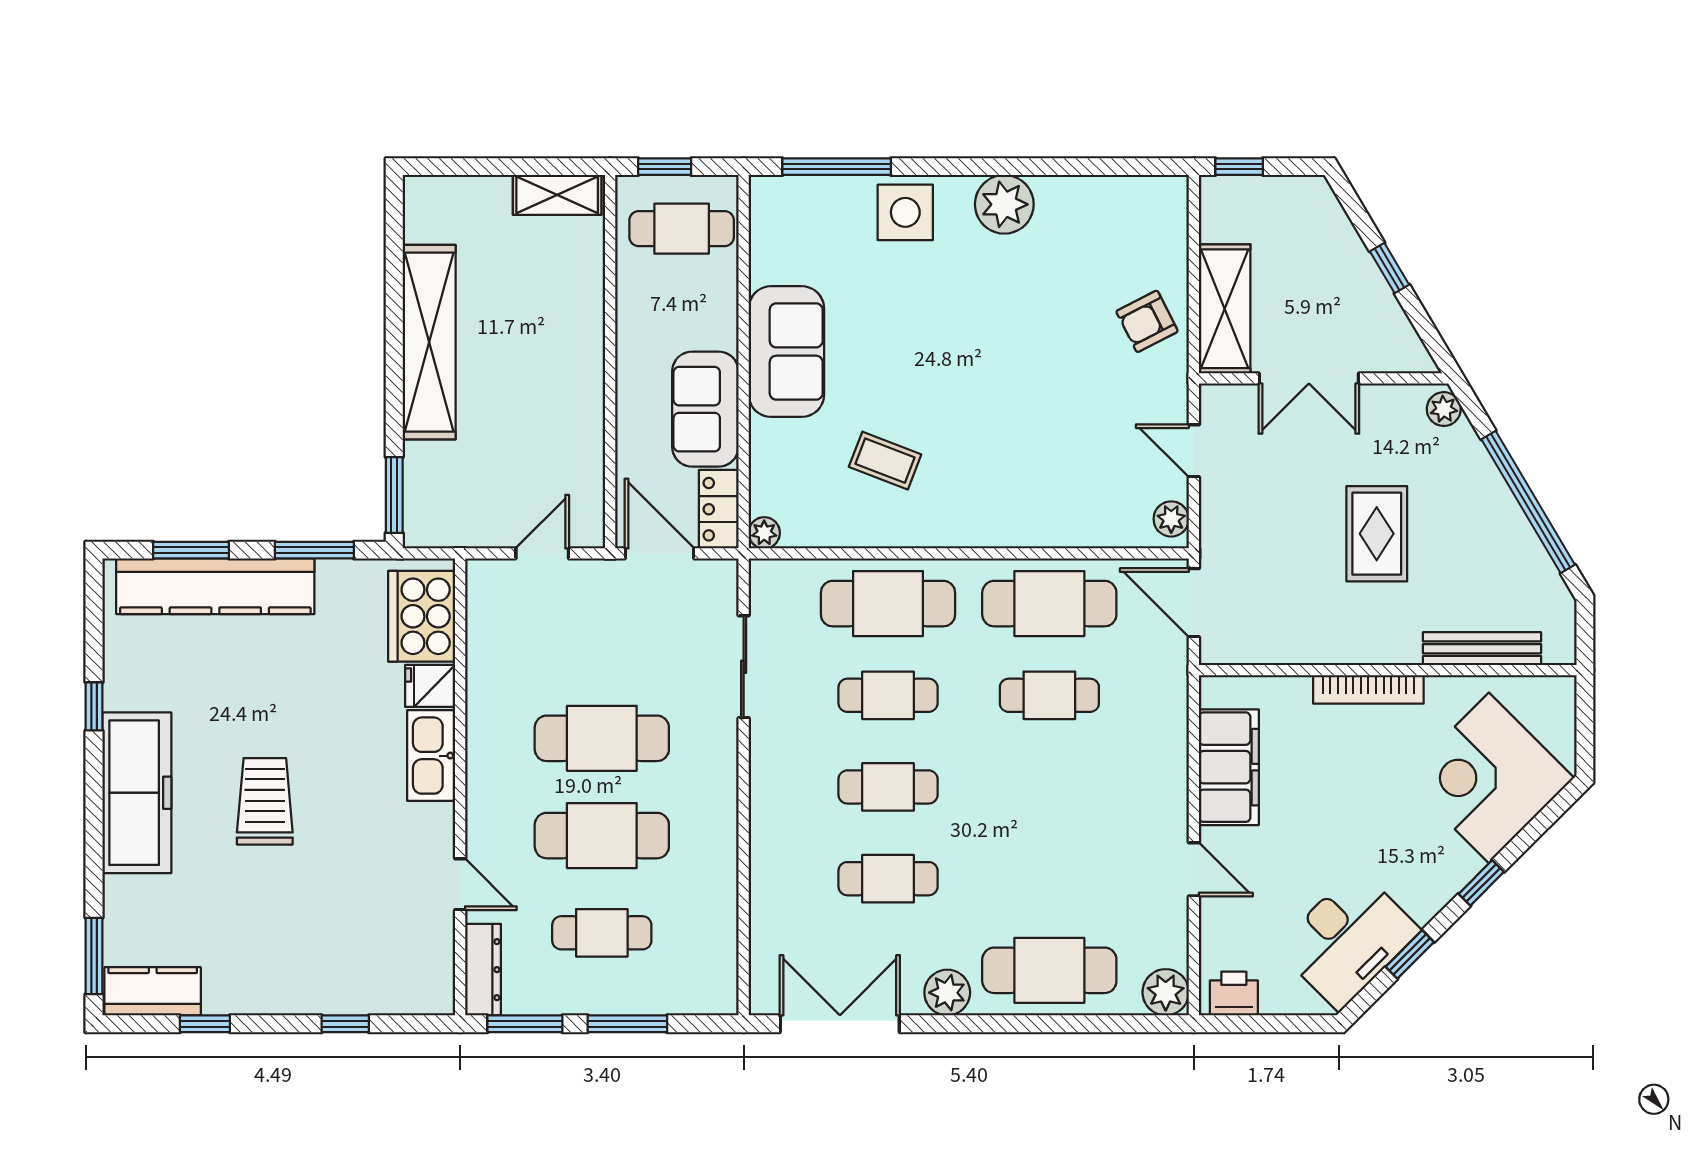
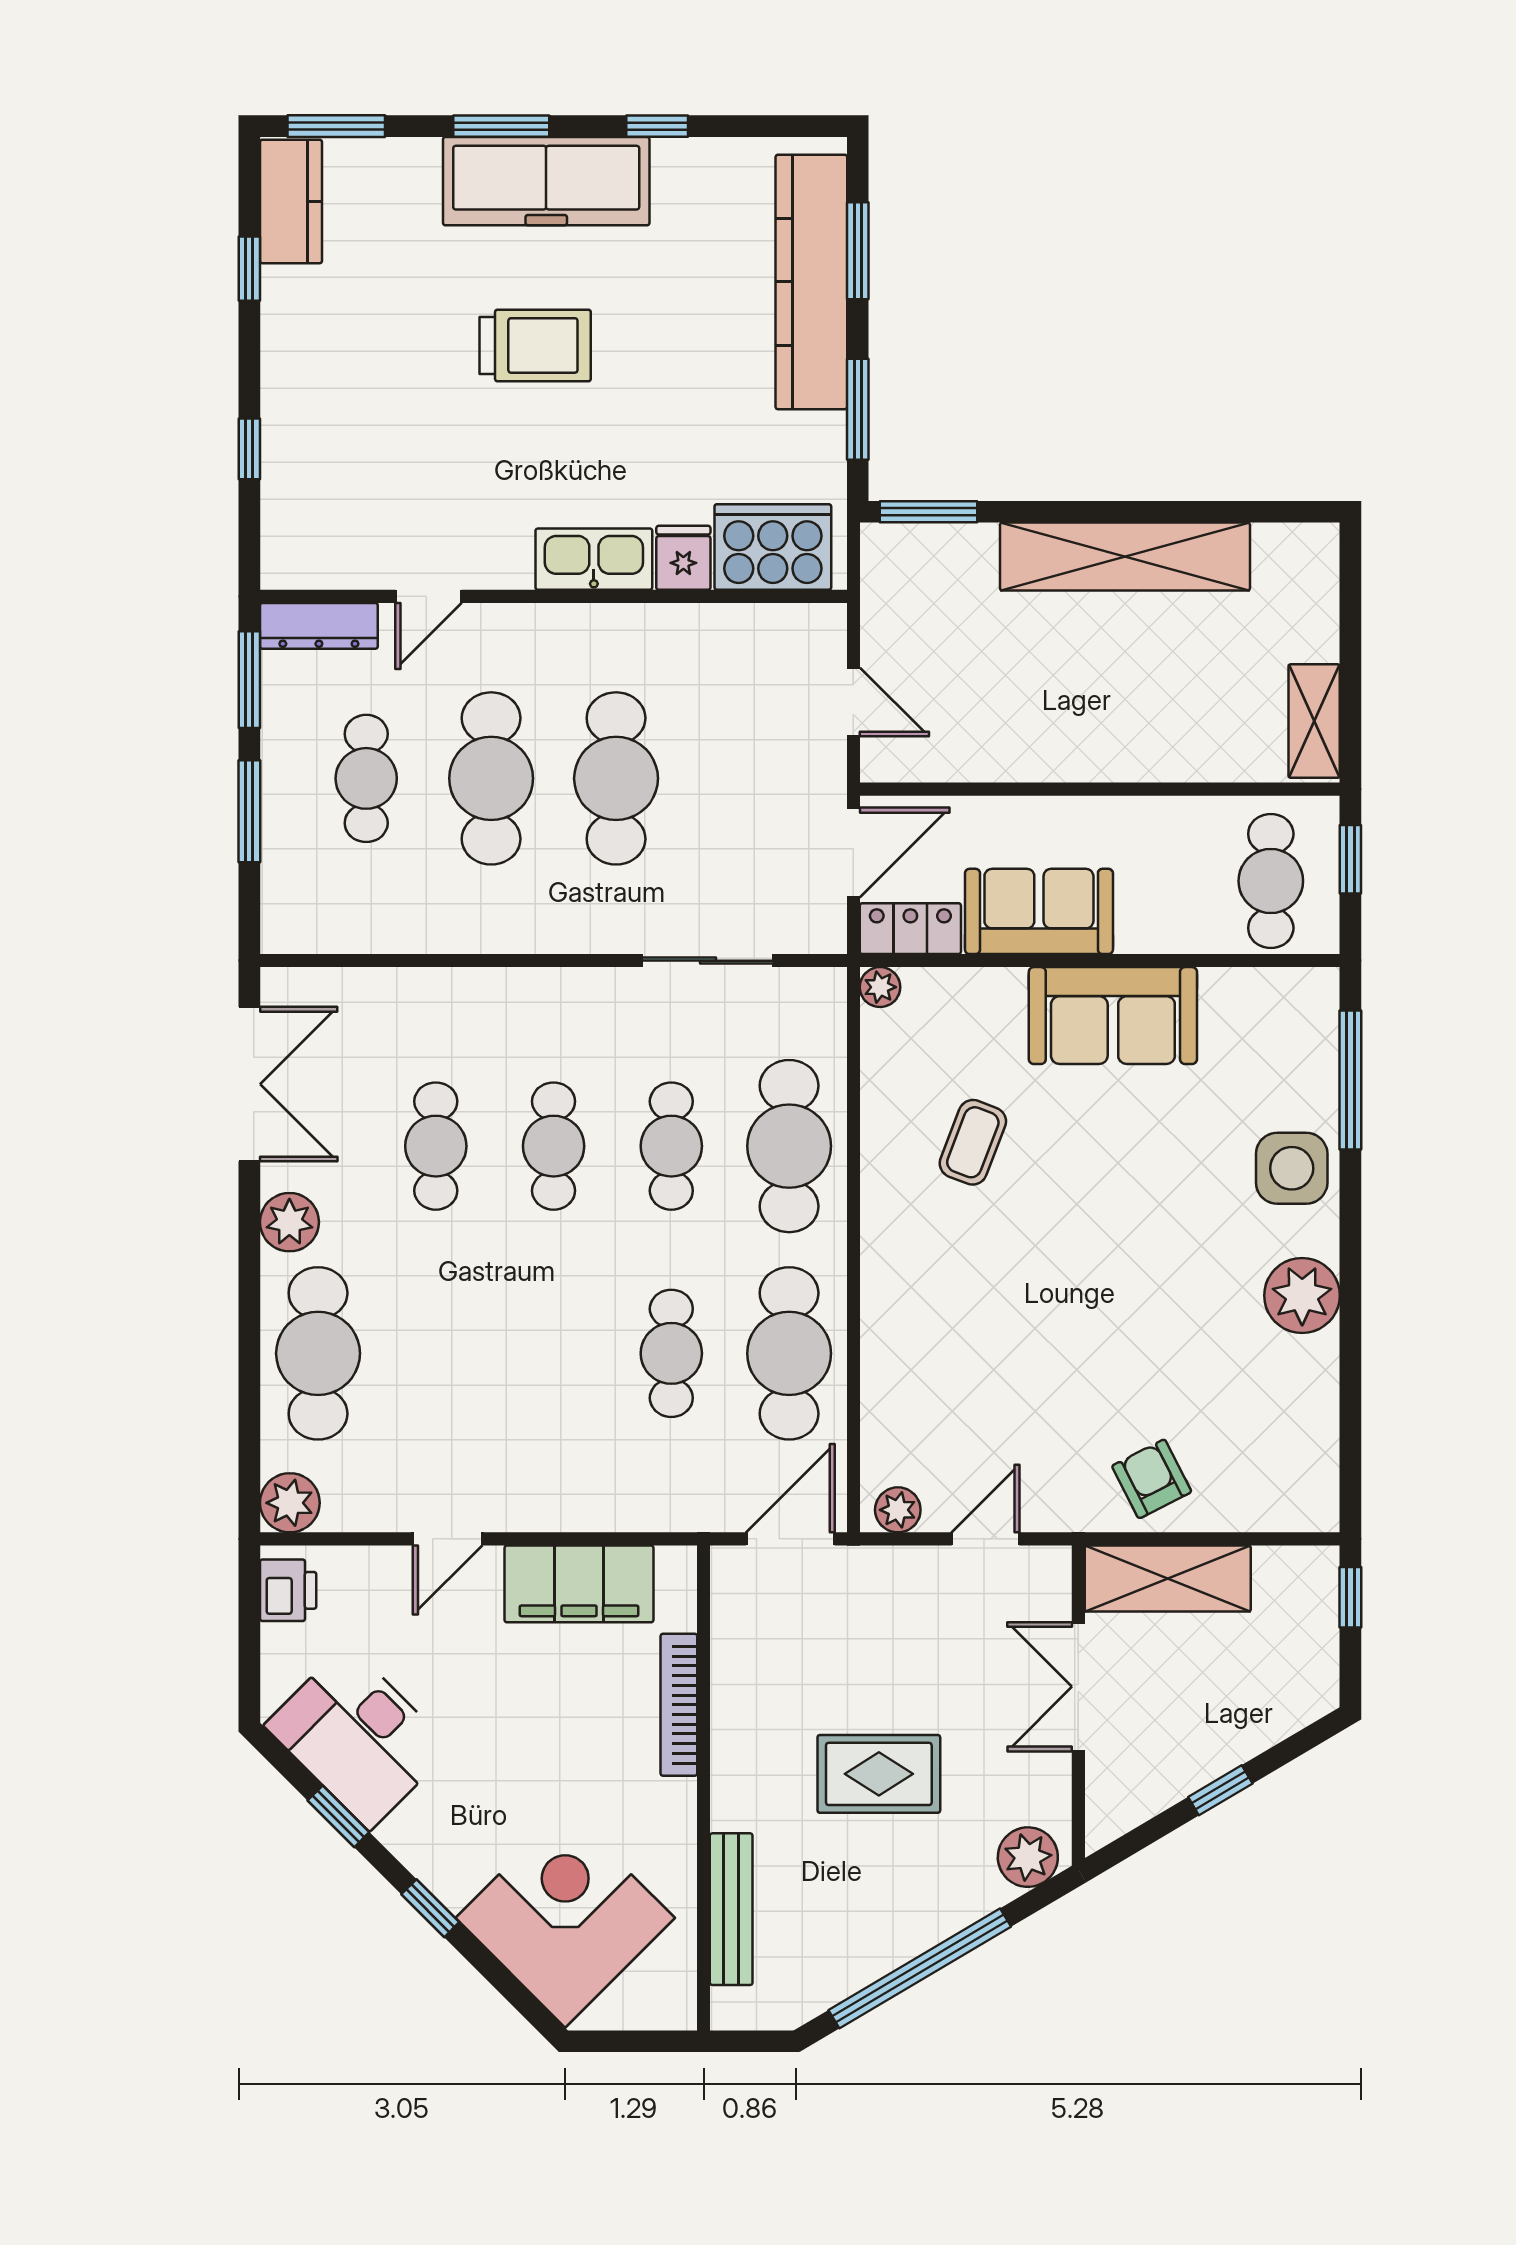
plant: (1444, 409) -> (1028, 1857), width x1.38, depth x1.38
bookcase: (1368, 689) -> (679, 1705), moved
window: (94, 828) -> (501, 126), added

